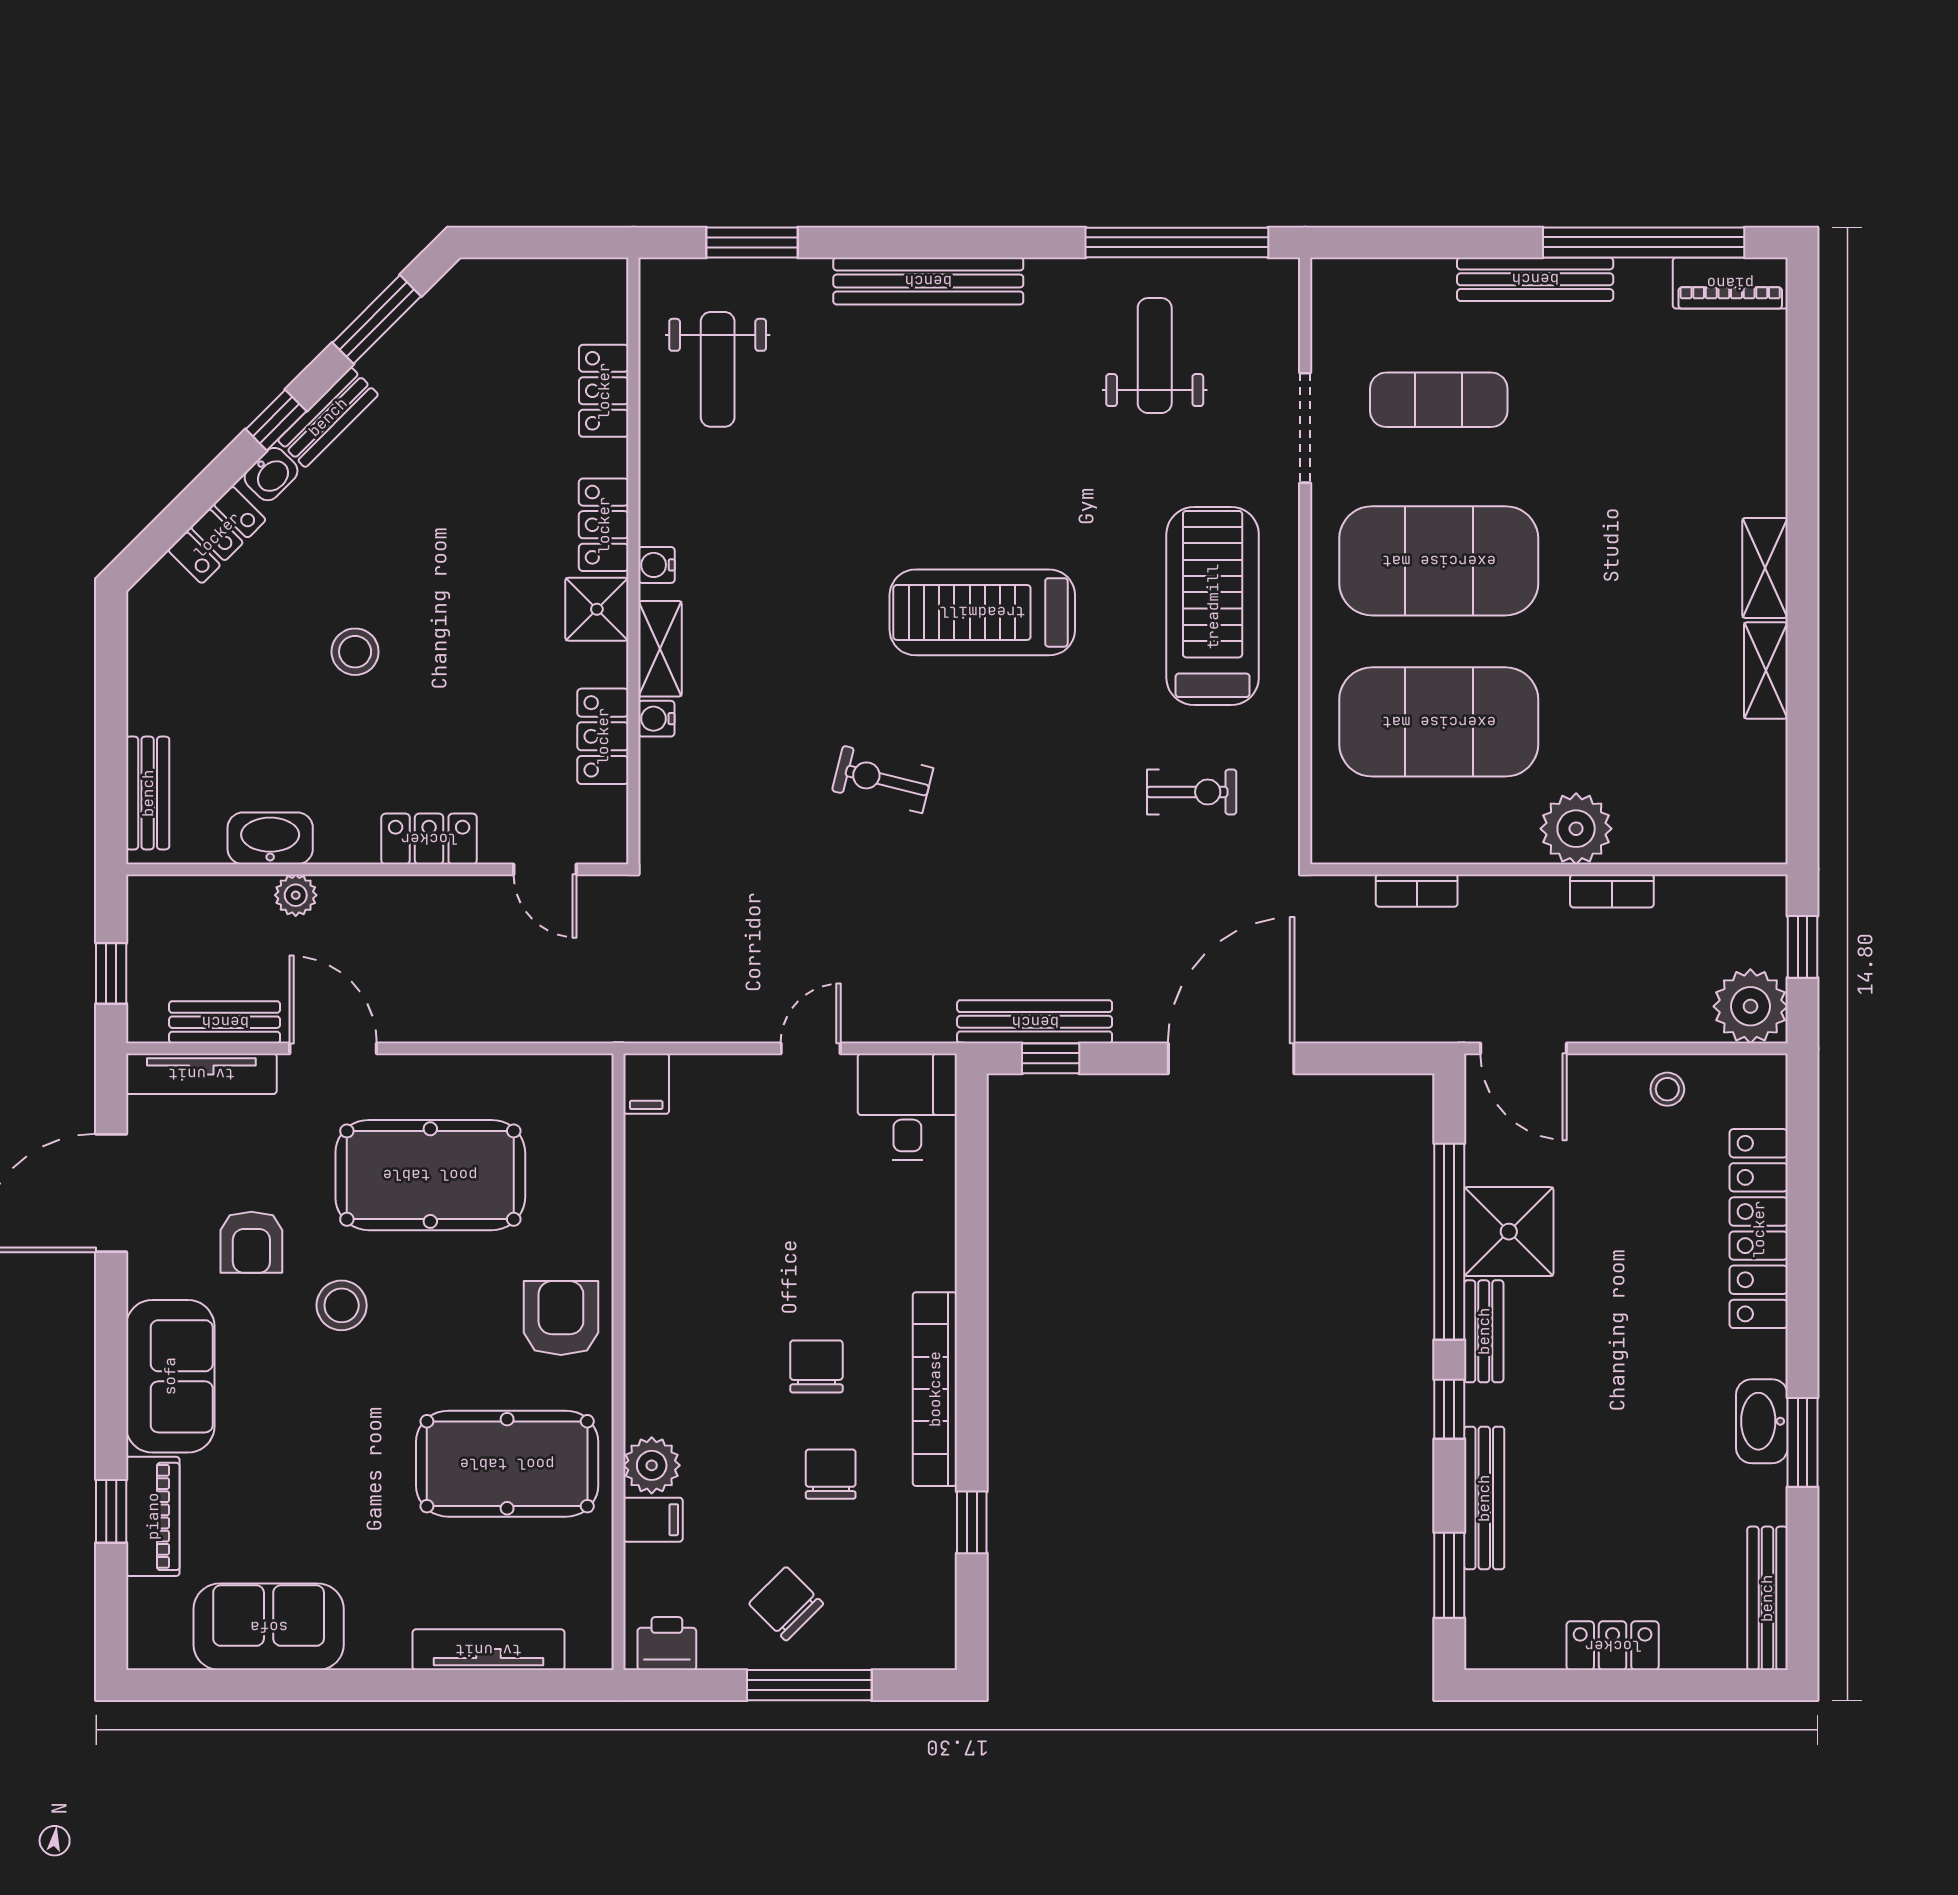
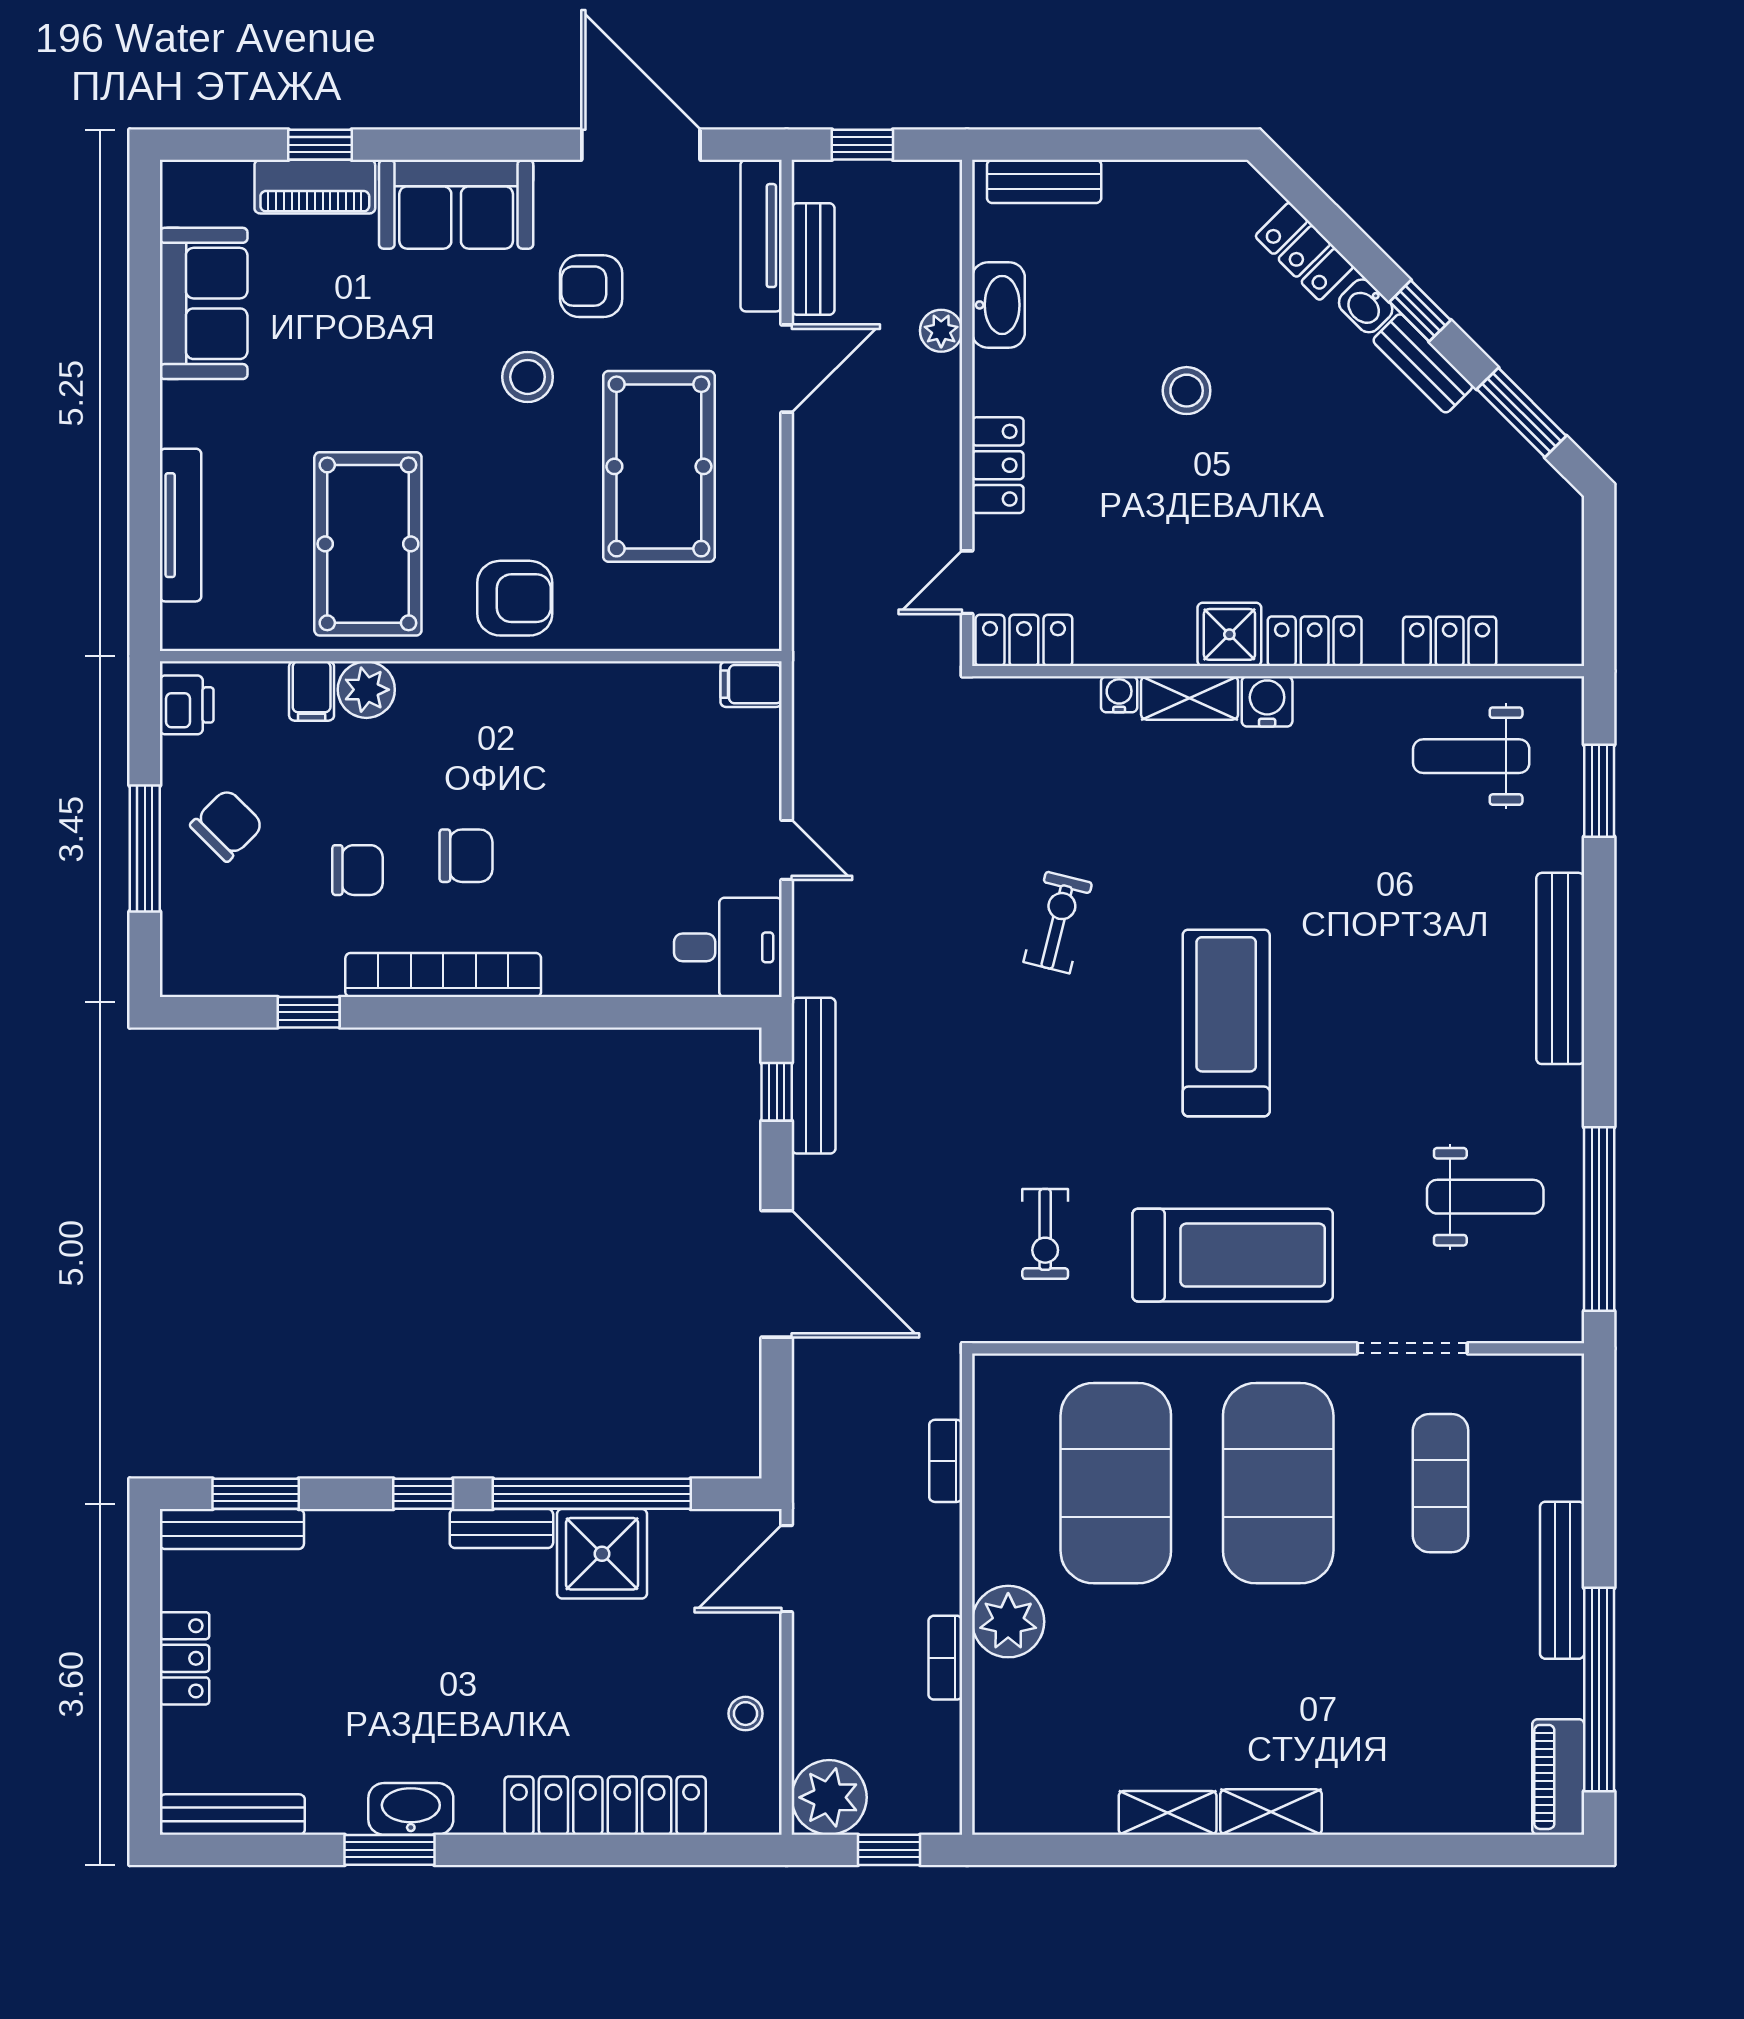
water cooler: (656, 565) -> (1267, 701), width x1.38, depth x1.38
locker: (603, 736) -> (1024, 640), moved
bench: (1484, 1498) -> (232, 1529), moved

